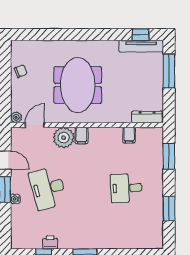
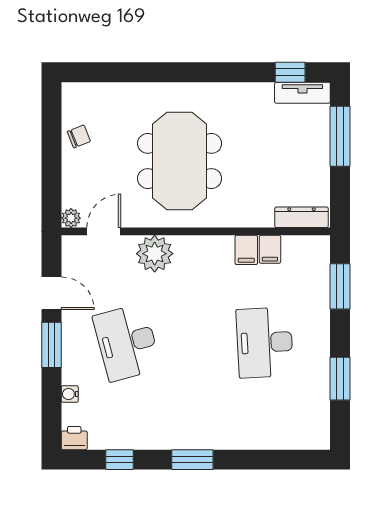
tv unit: (141, 46) -> (302, 93), width x0.71
filing cabinet: (81, 136) -> (246, 250), moved
desk: (126, 188) -> (265, 342), width x1.37
water cooler: (15, 199) -> (70, 394), moved
printer: (50, 242) -> (74, 438), moved

